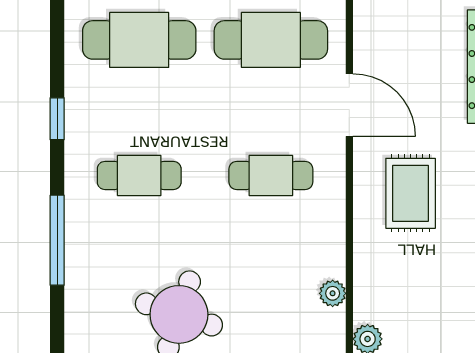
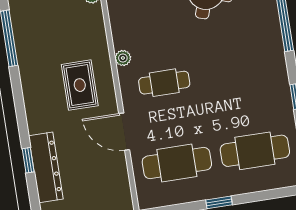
cafe table: (139, 175) -> (242, 70), removed
plant: (333, 293) -> (123, 58), moved

